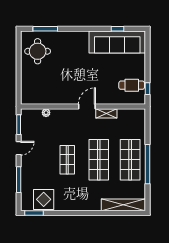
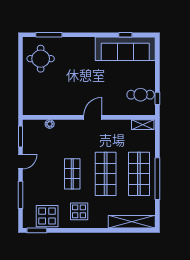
shelving: (106, 113) -> (143, 125), moved
display table: (74, 195) -> (79, 211), added

